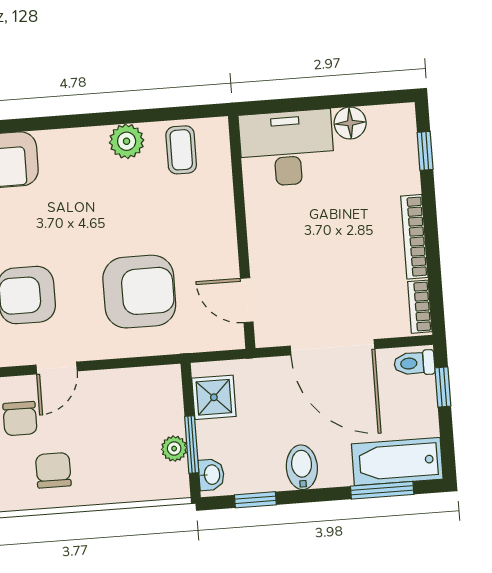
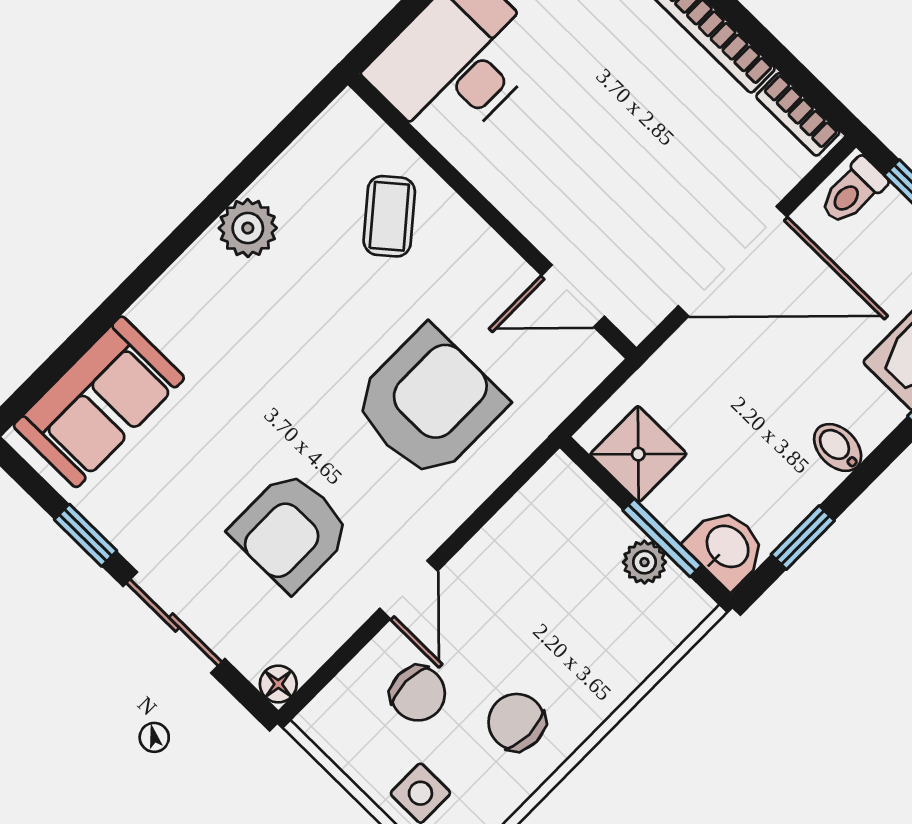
coffee table: (181, 150) -> (389, 216), moved, turned 50
bidet: (302, 467) -> (838, 448), width x0.72, depth x0.74
washbasin: (211, 475) -> (726, 548), width x1.38, depth x1.45

